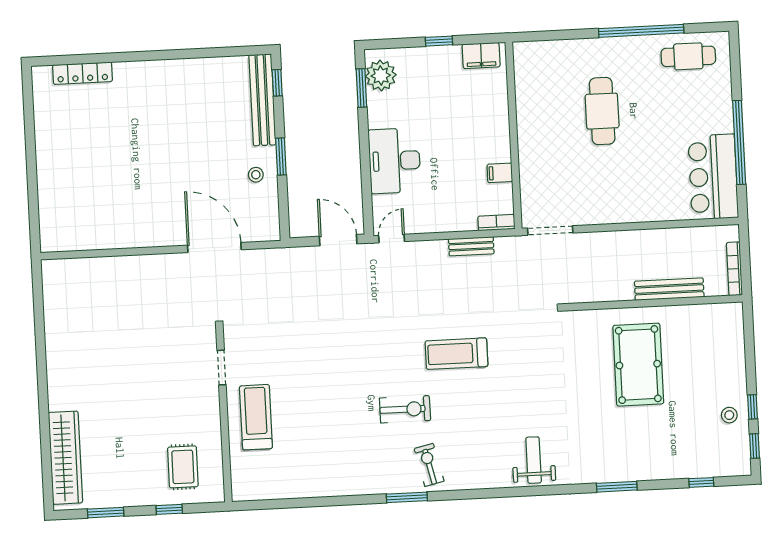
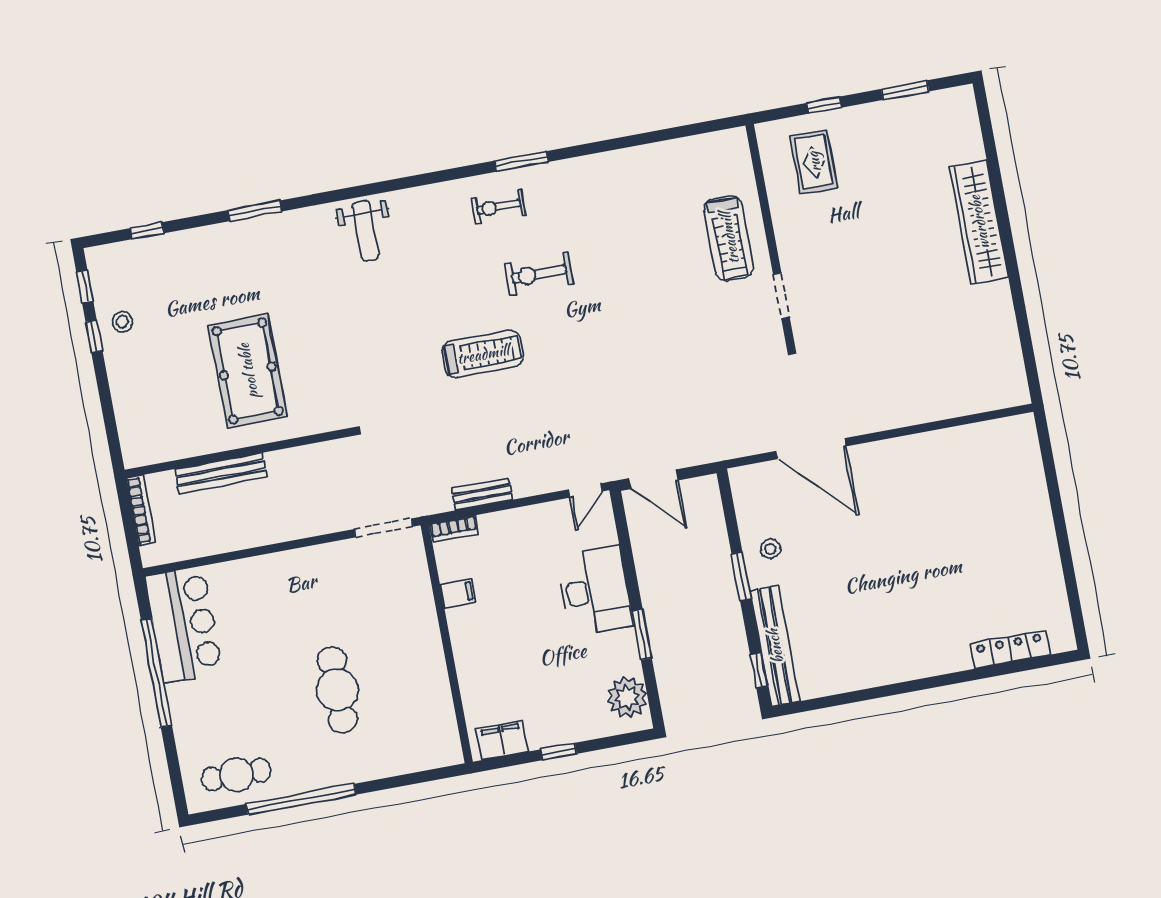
window: (361, 88) -> (642, 635), moved
wardrobe: (65, 458) -> (979, 222), moved
exercise bike: (429, 465) -> (499, 207), turned 103

